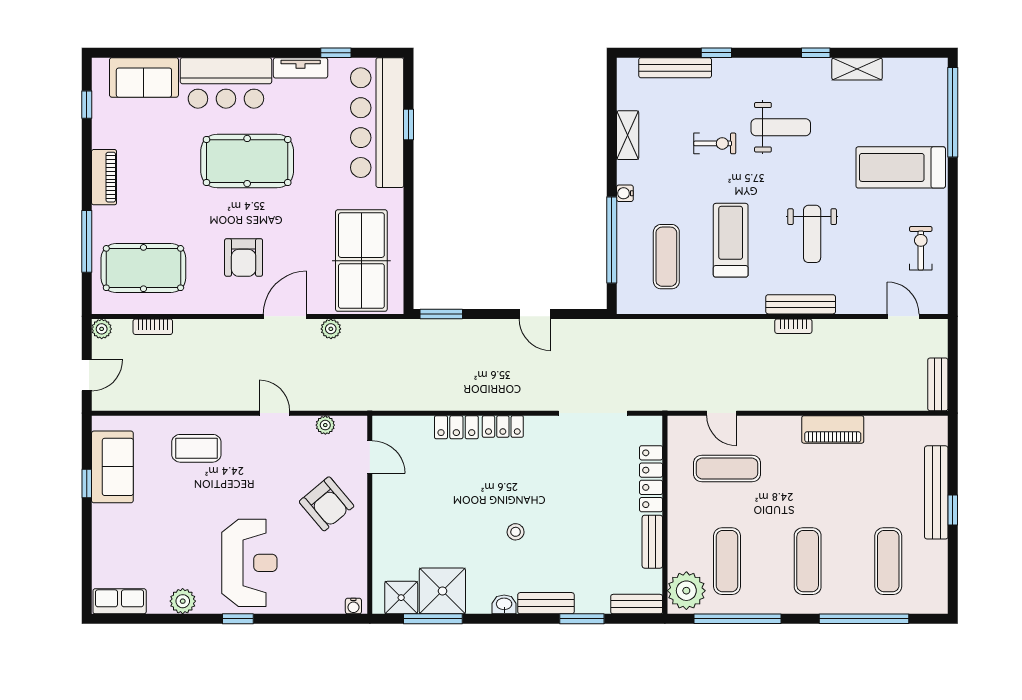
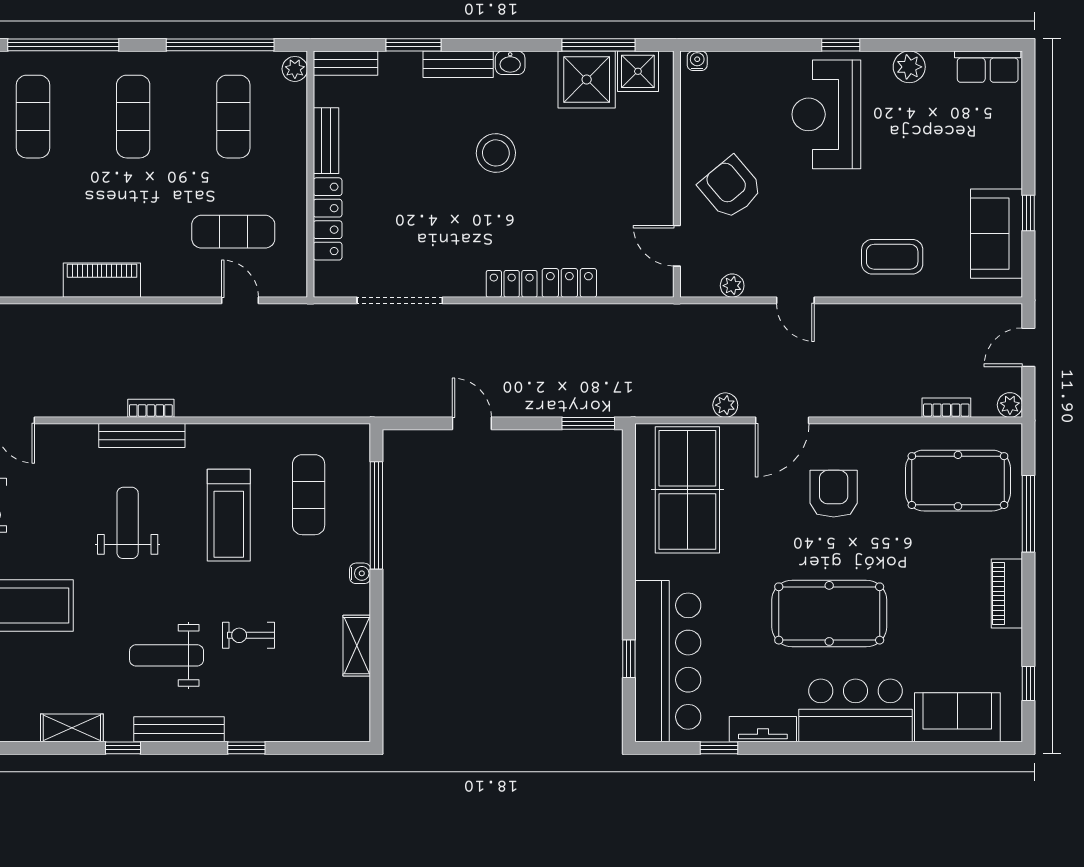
bench: (675, 68) -> (179, 729), moved
stool: (516, 532) -> (496, 153), width x1.89, depth x1.89
plant: (686, 591) -> (295, 69), width x0.53, depth x0.53

